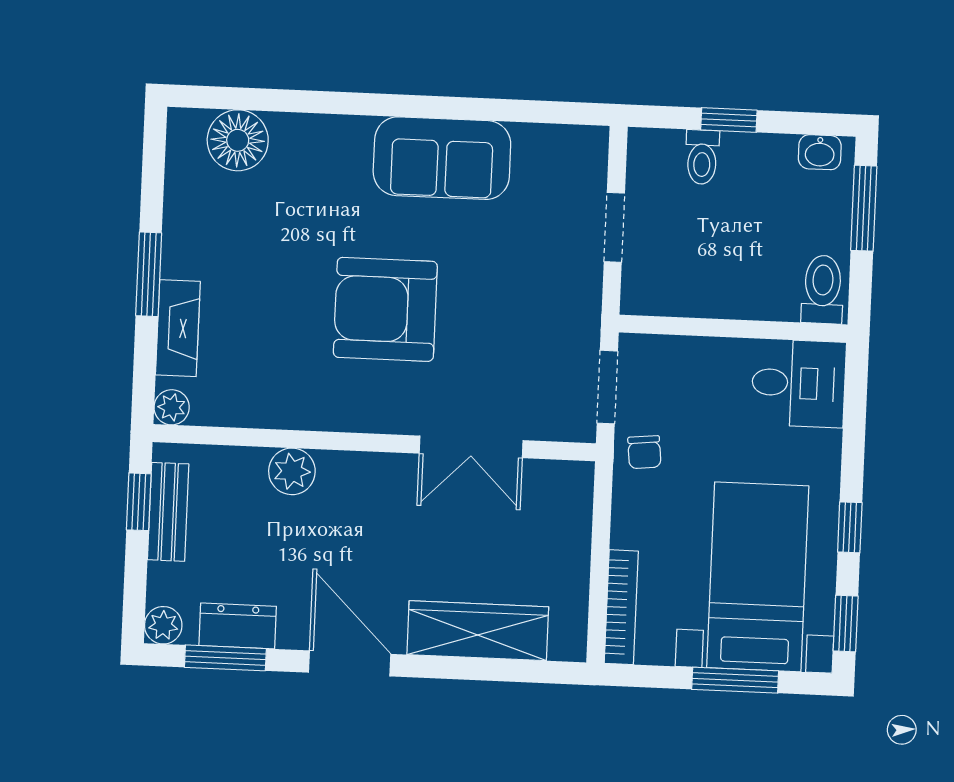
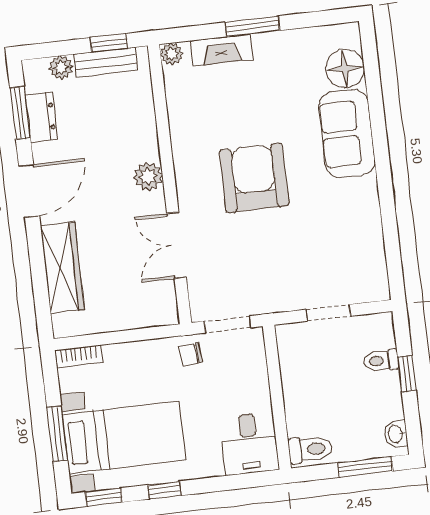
sofa: (442, 158) -> (347, 134), moved
plant: (292, 471) -> (148, 176), moved
bookcase: (621, 607) -> (79, 357), width x0.64
plant: (163, 625) -> (61, 68), moved

